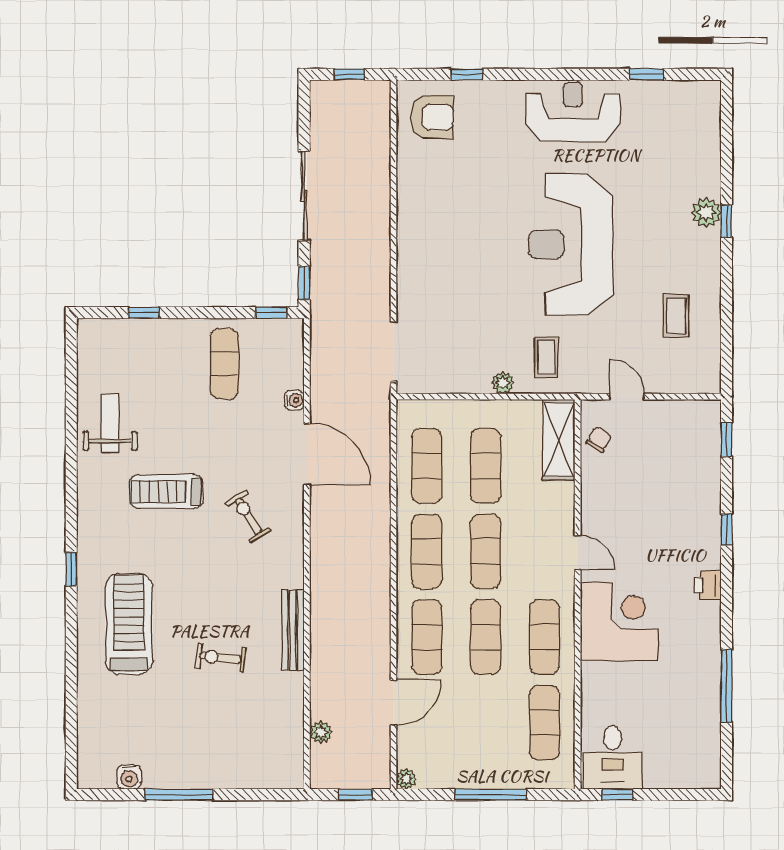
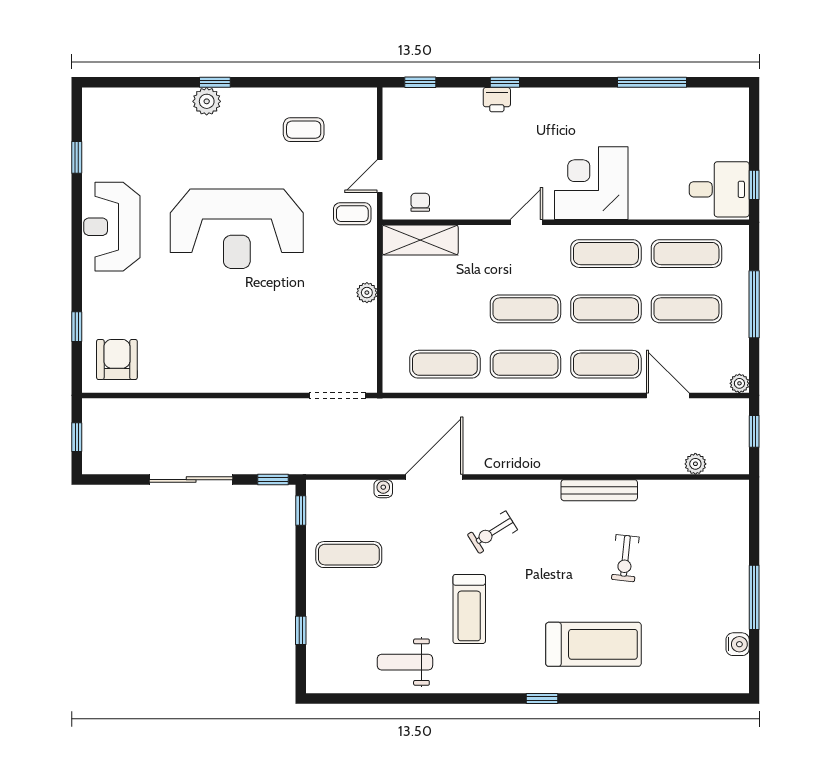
coffee table: (546, 358) -> (352, 214), moved
chair: (599, 440) -> (420, 202), turned 59
exercise mat: (486, 466) -> (686, 309), moved
printer: (708, 585) -> (497, 100), moved
treadmill: (129, 624) -> (593, 644), turned 180

